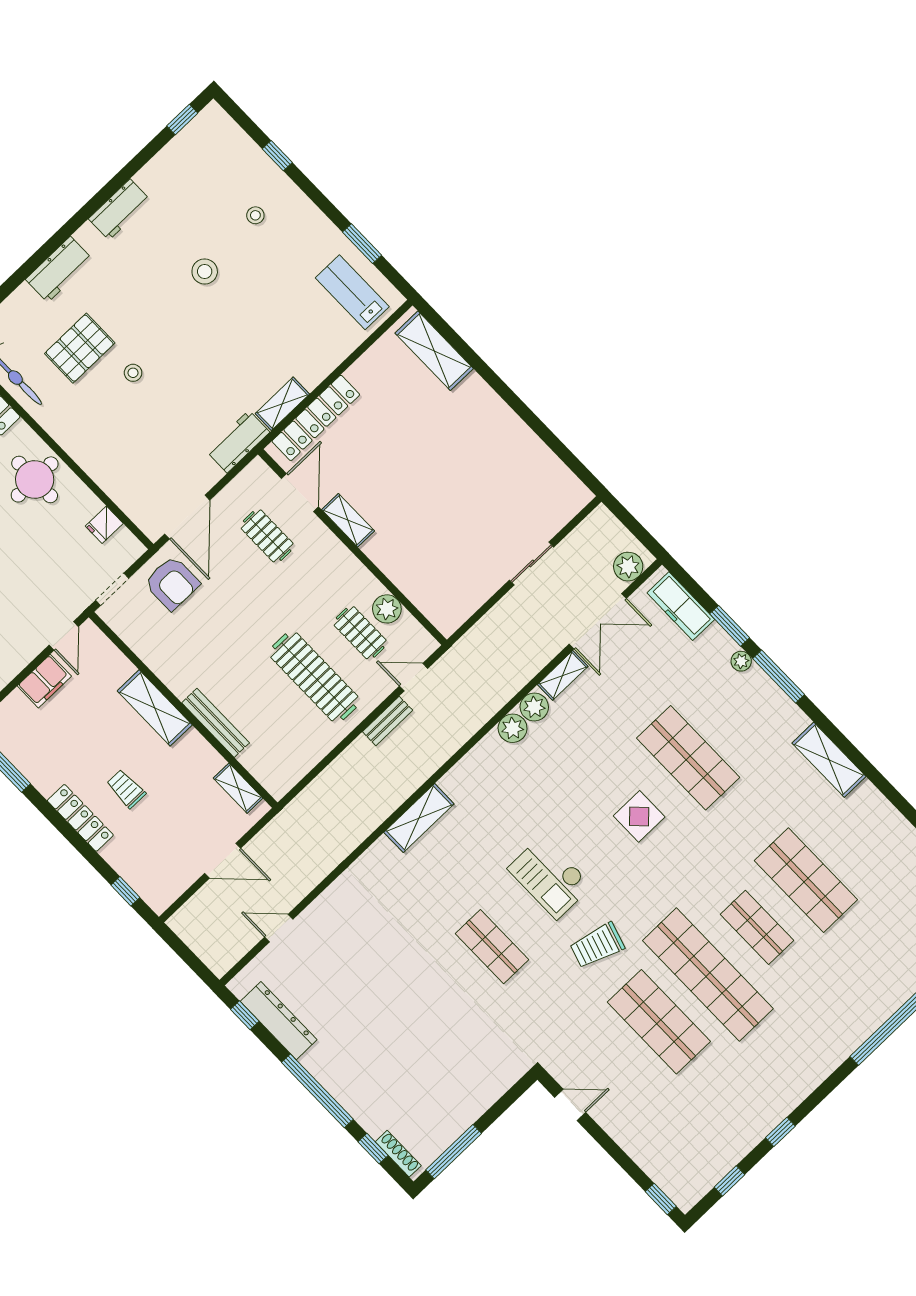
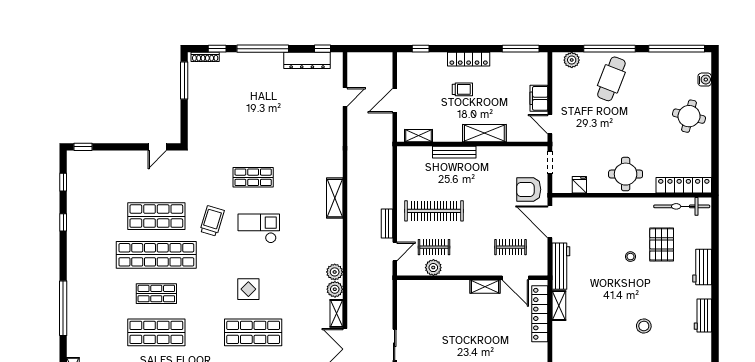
workbench: (238, 442) -> (561, 266), width x1.38

